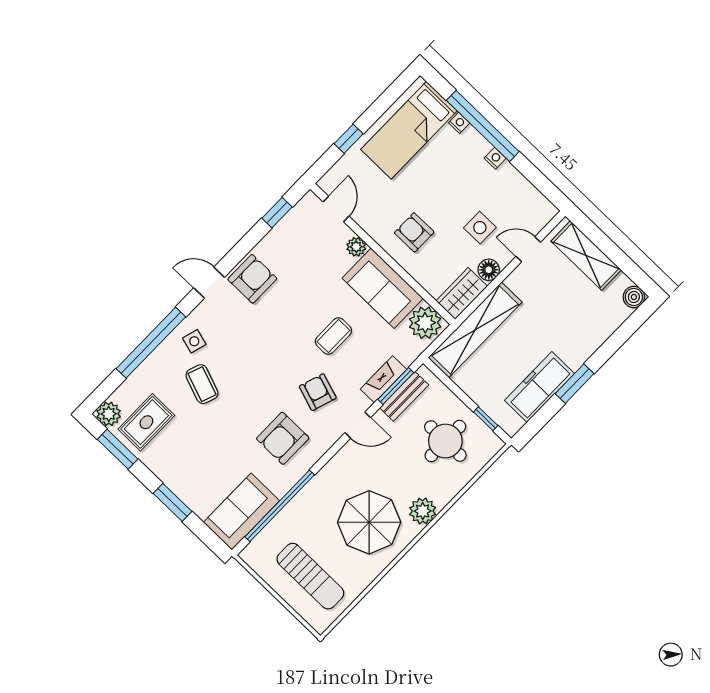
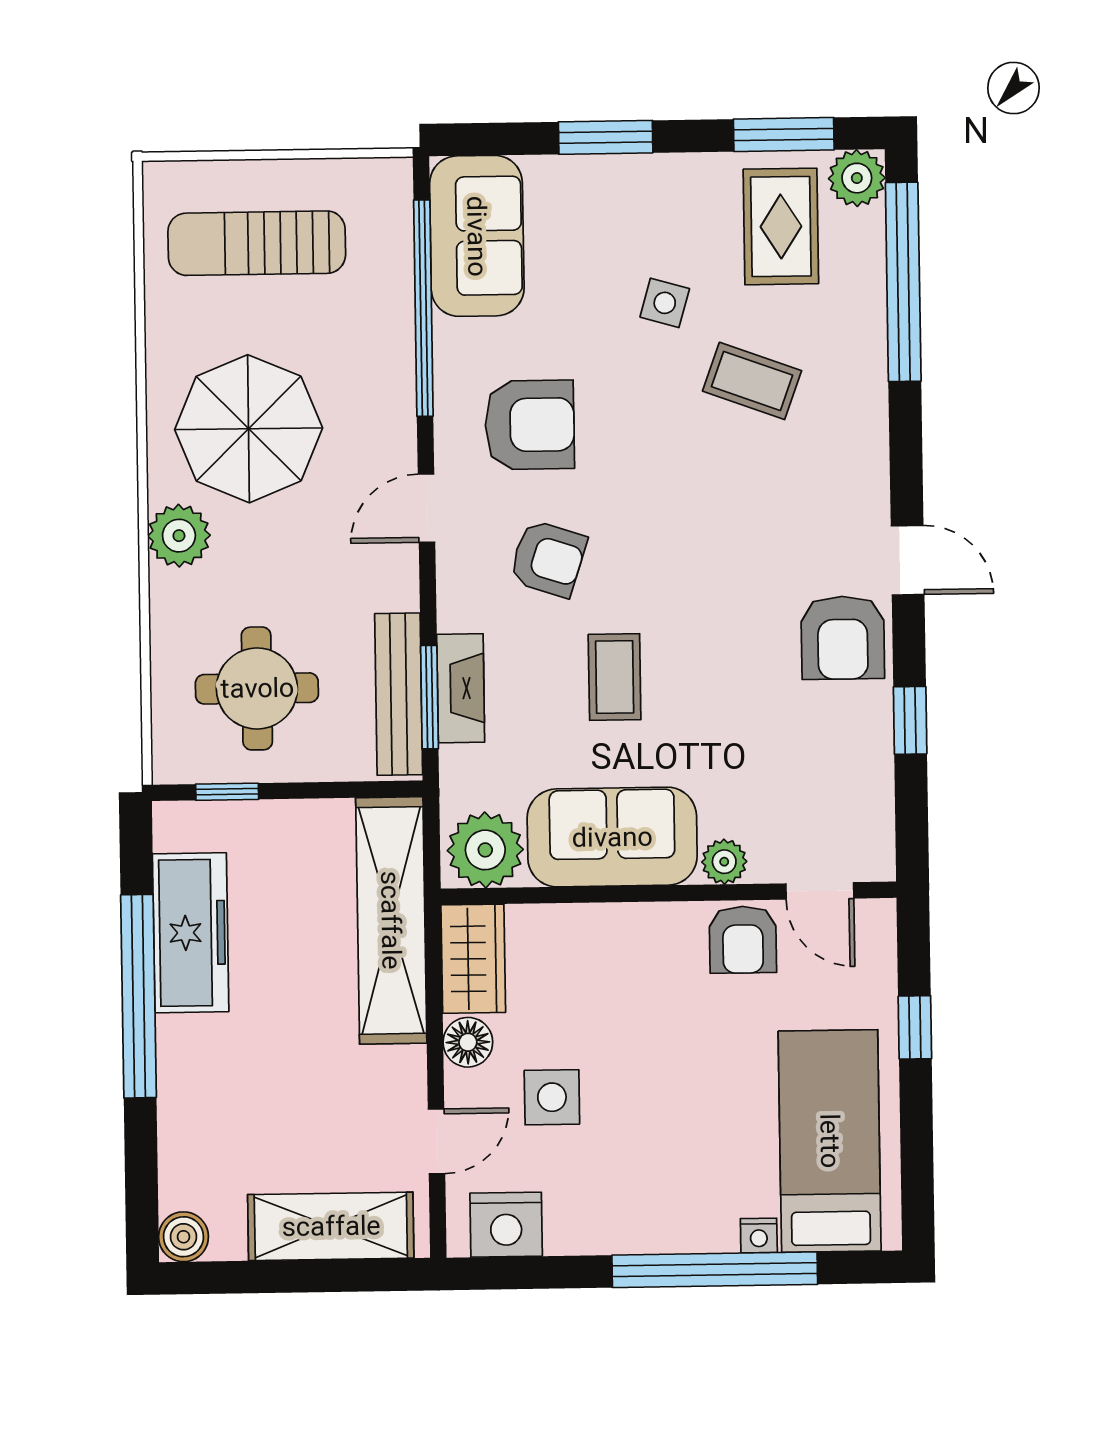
nightstand: (495, 158) -> (506, 1225), moved, width x1.89, depth x1.79
window: (277, 213) -> (910, 720), moved
armchair: (414, 232) -> (743, 940), moved, turned 90
door: (209, 283) -> (908, 560), hinge flipped
side table: (194, 341) -> (665, 303), moved
window: (151, 343) -> (903, 282), moved
window: (575, 384) -> (138, 996), width x2.11
bench: (404, 396) -> (399, 694), width x1.36
door: (358, 425) -> (427, 508), moved
armchair: (283, 438) -> (530, 425), turned 90

